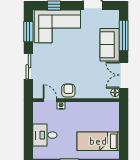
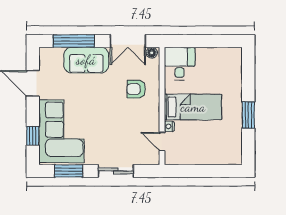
armchair: (68, 91) -> (136, 89), moved
door: (50, 100) -> (162, 142), hinge flipped
desk: (45, 135) -> (180, 64), moved, turned 180
bed: (98, 141) -> (193, 107), moved, turned -90

